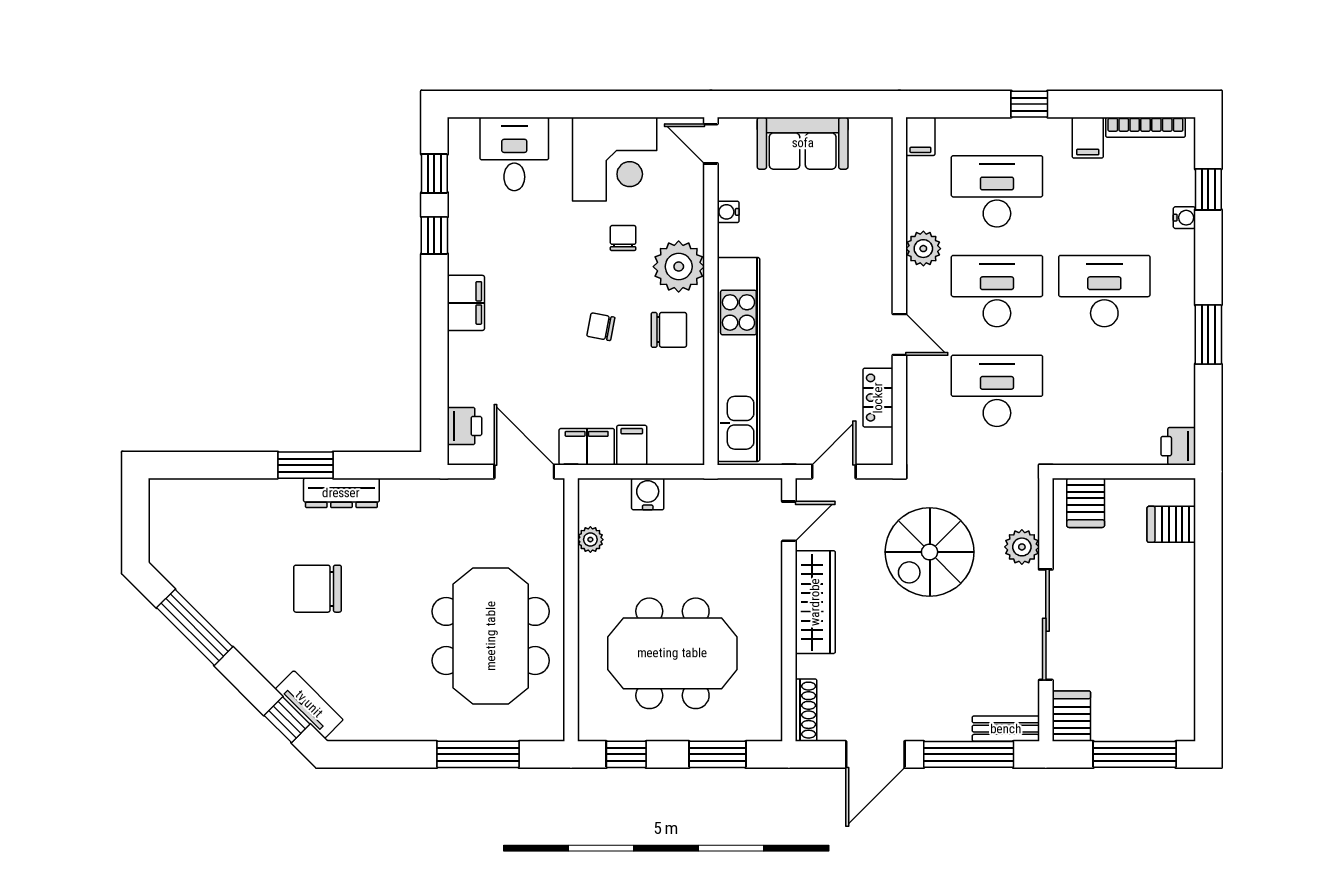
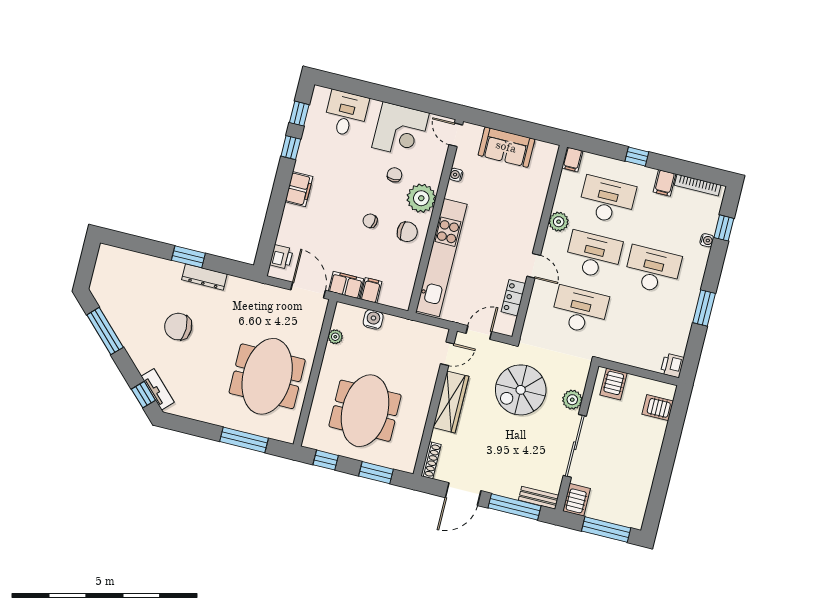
meeting table: (672, 653) -> (365, 411), turned 90

